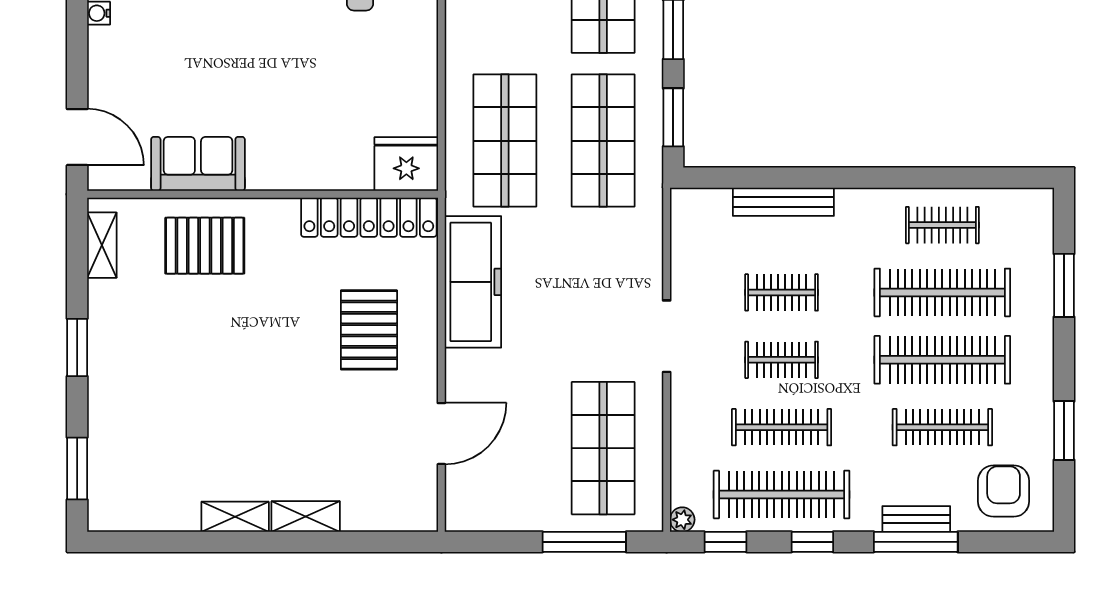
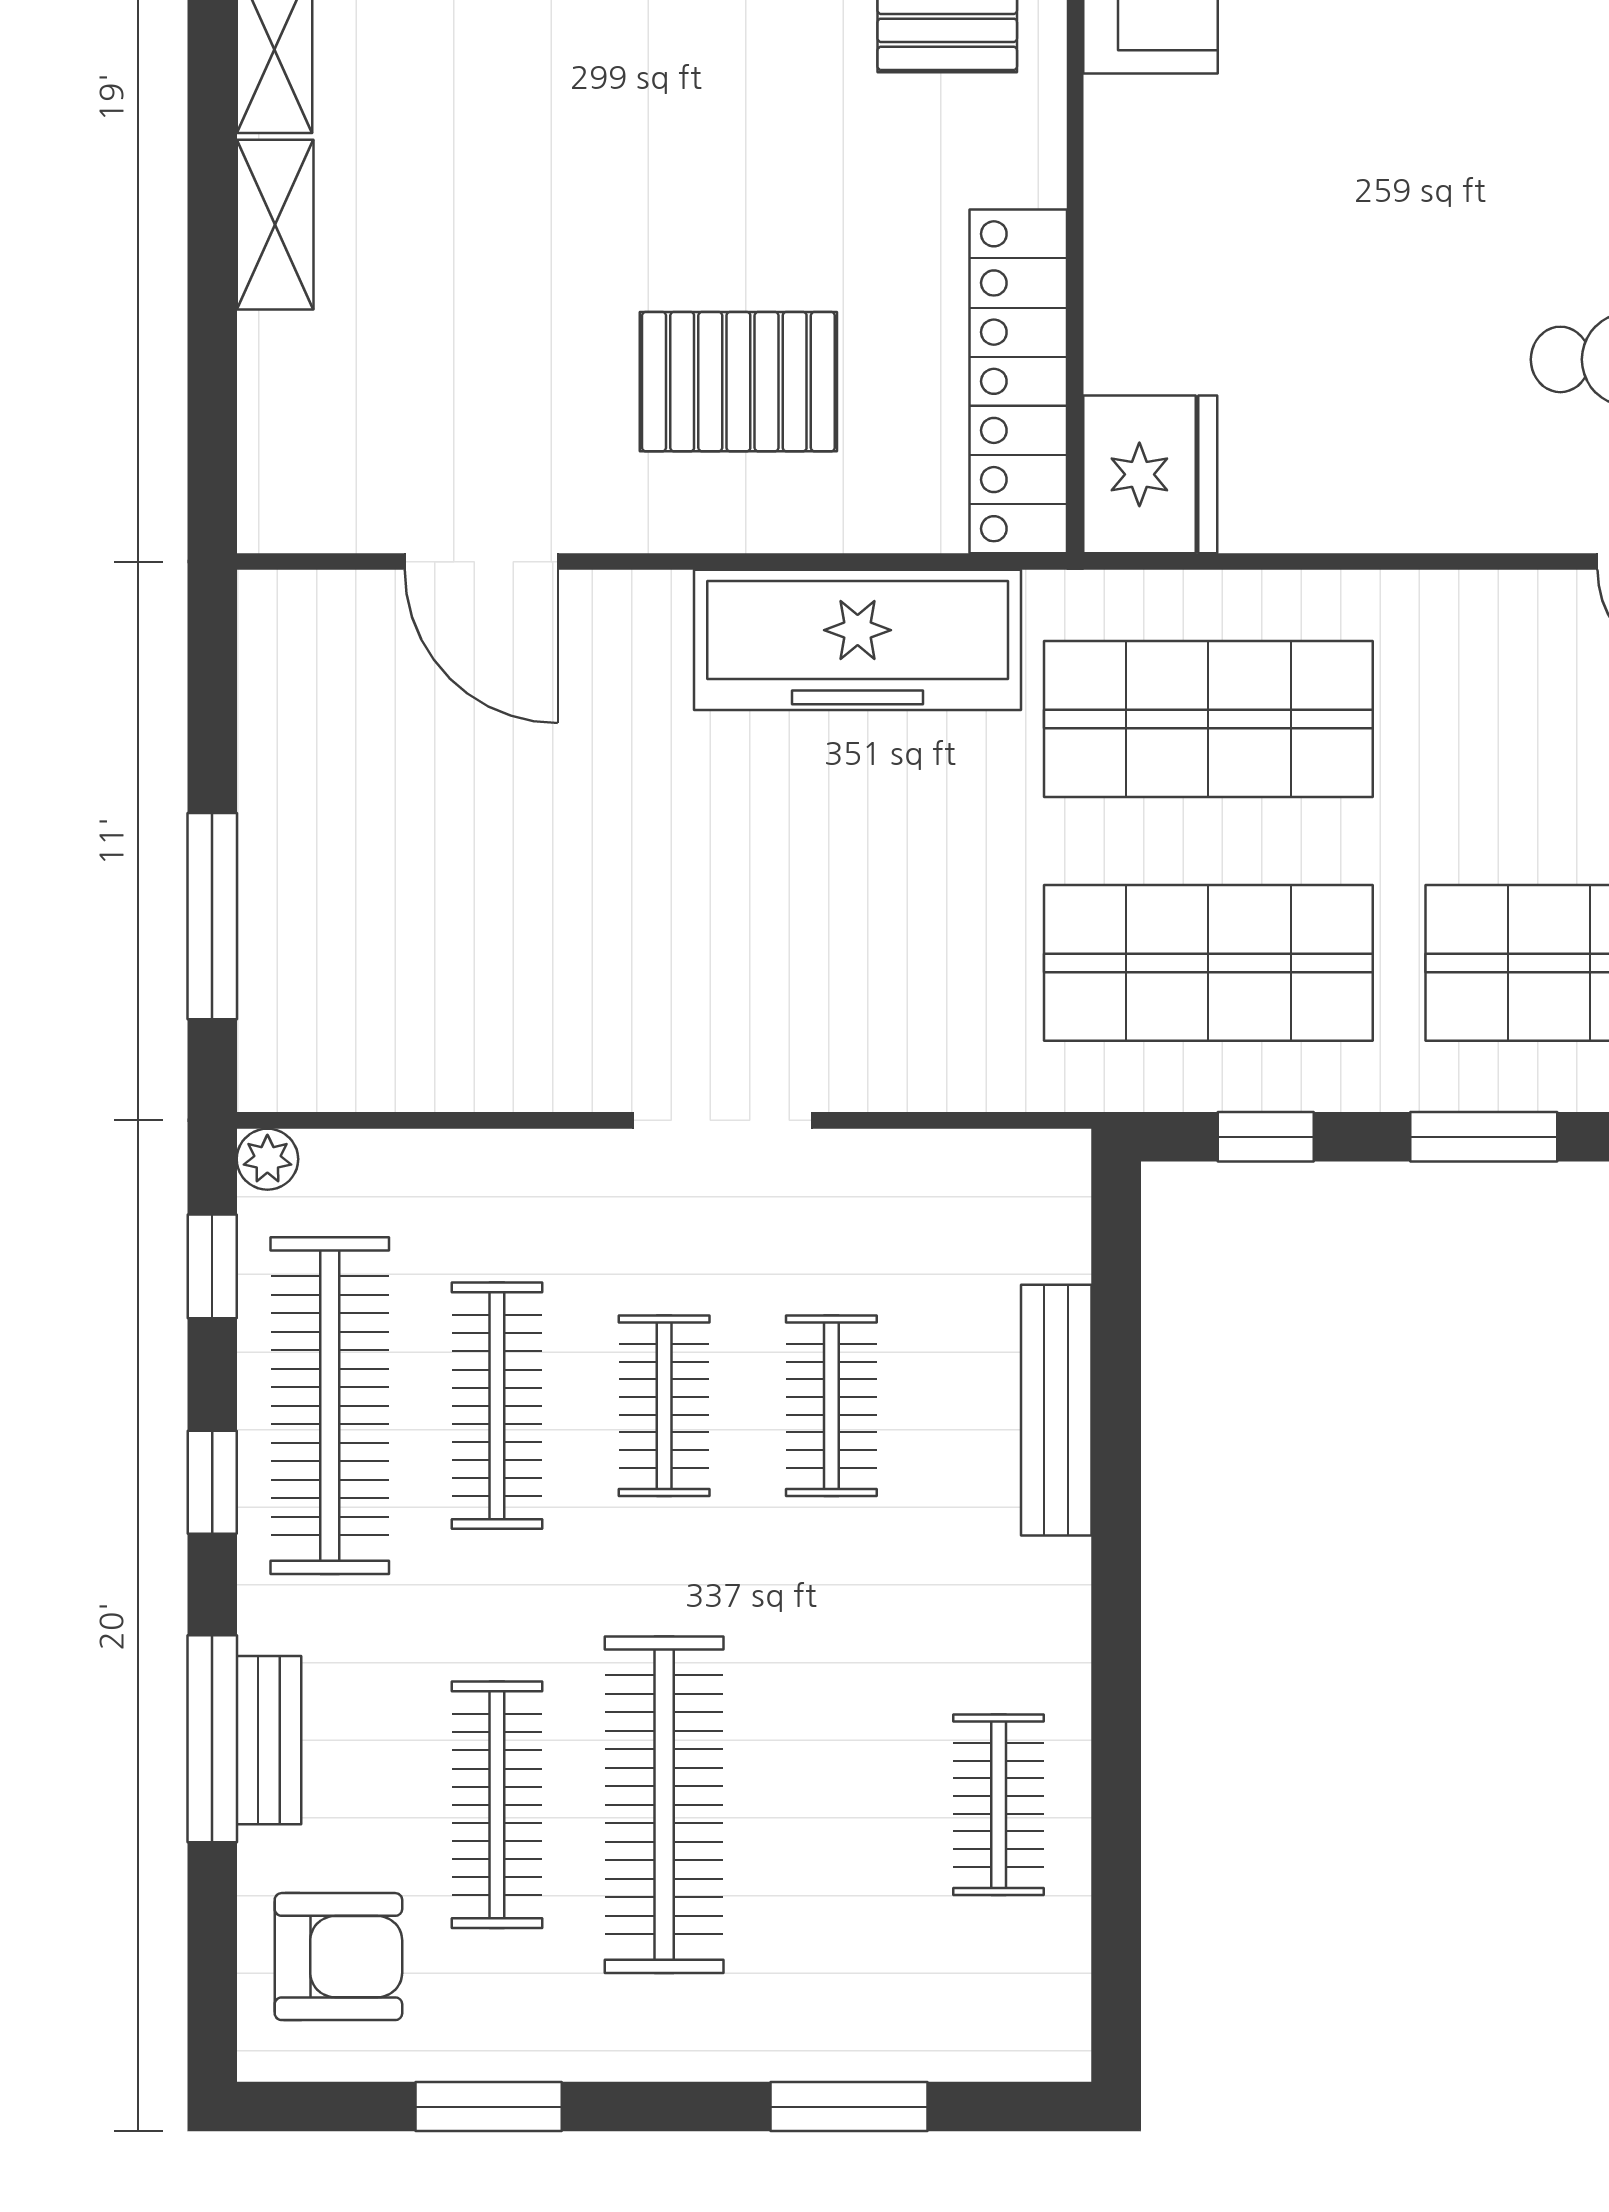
window: (673, 117) -> (1266, 1137), width x0.67
clothes rail: (942, 292) -> (831, 1805), removed
shop shelf: (603, 448) -> (445, 963), removed

